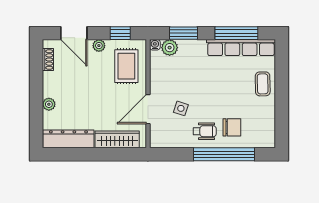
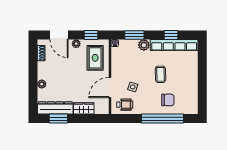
window: (236, 33) -> (171, 35), width x0.46
plant: (170, 48) -> (144, 45), moved
coffee table: (263, 84) -> (160, 74), moved
wheelchair: (205, 131) -> (125, 105), moved
wardrobe: (117, 139) -> (84, 108), width x0.67
window: (73, 154) -> (58, 119), added

